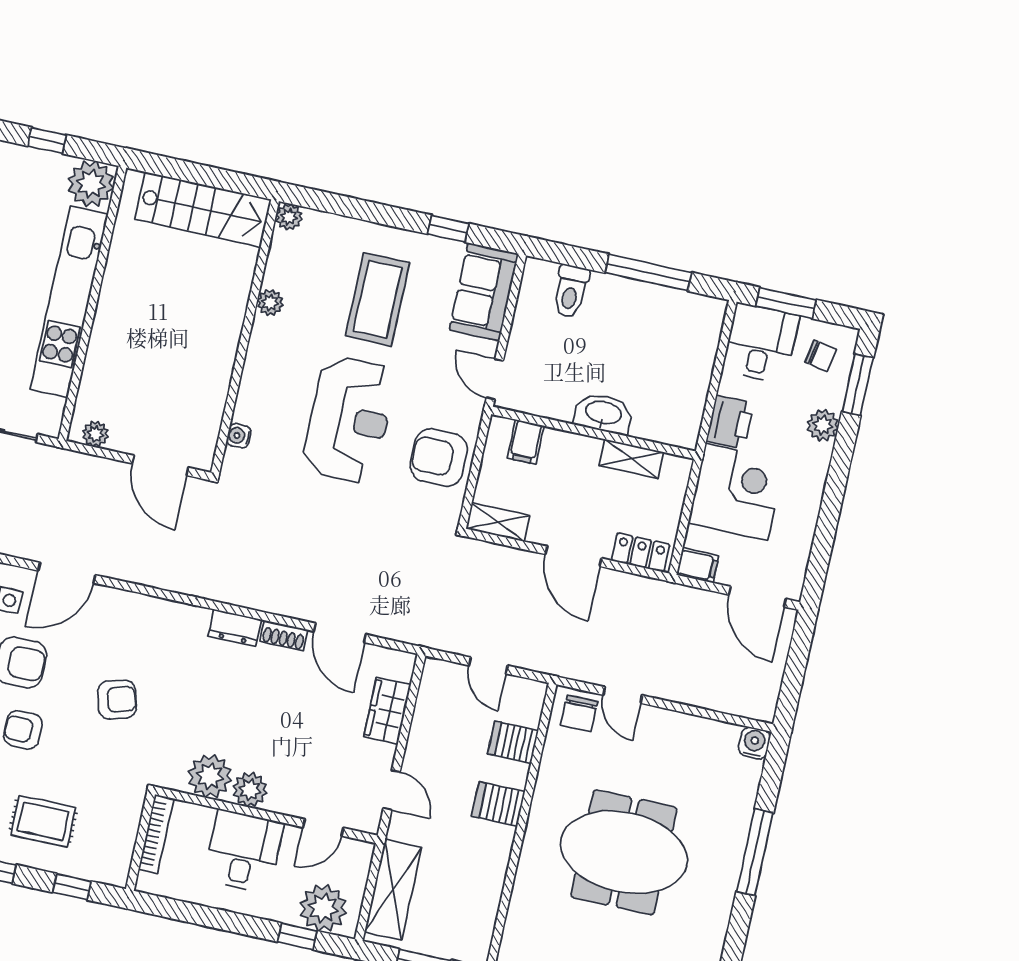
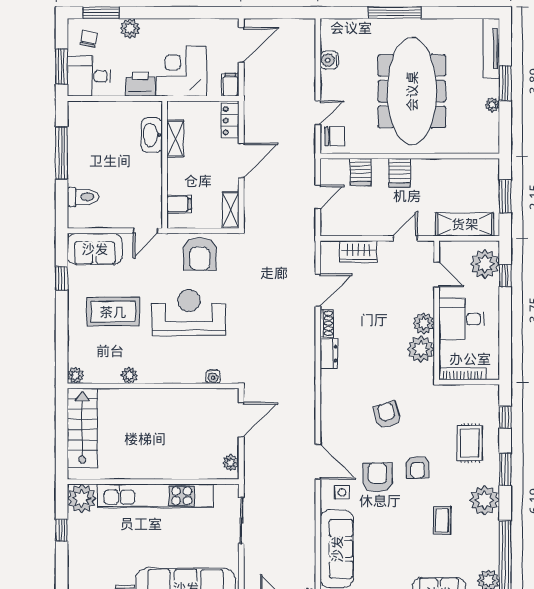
washbasin: (603, 413) -> (152, 135), moved
water cooler: (754, 743) -> (329, 60), moved
meeting table: (624, 852) -> (412, 91), width x1.36

